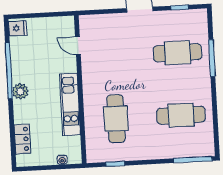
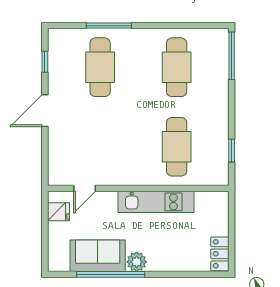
fridge: (18, 28) -> (59, 212), moved, turned 90
sofa: (24, 59) -> (98, 256), added
cafe table: (116, 119) -> (177, 147), turned 90
locker: (22, 139) -> (220, 254), moved, turned -90
water cooler: (62, 160) -> (223, 215), removed

